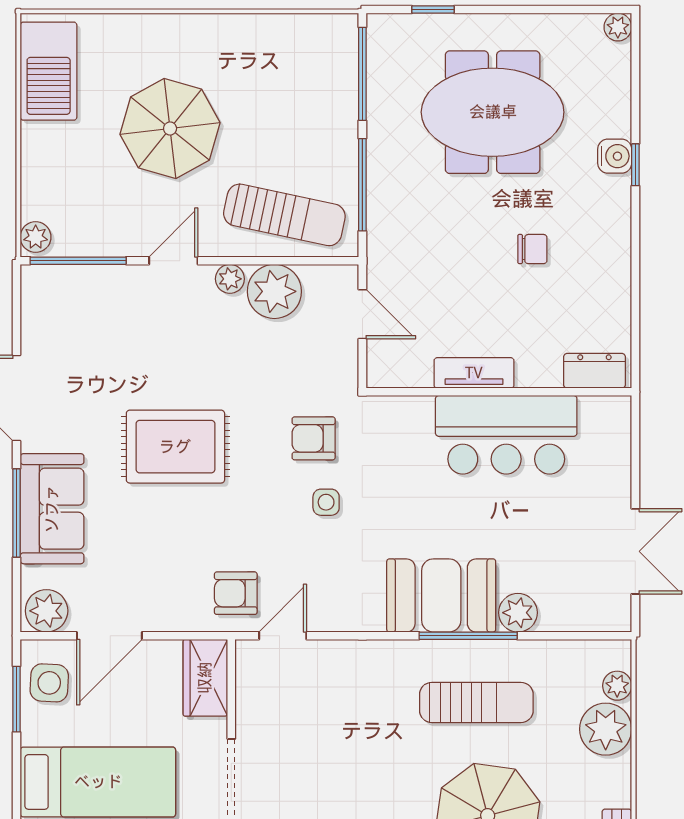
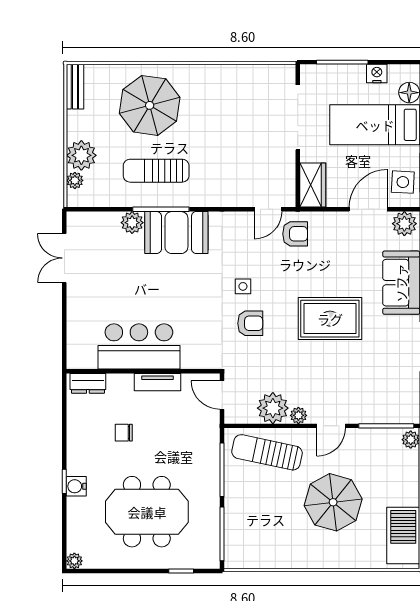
dresser: (594, 371) -> (88, 383), moved
tv unit: (474, 373) -> (158, 382), moved
wall: (499, 392) -> (143, 371), moved
bar counter: (506, 435) -> (139, 346), moved

